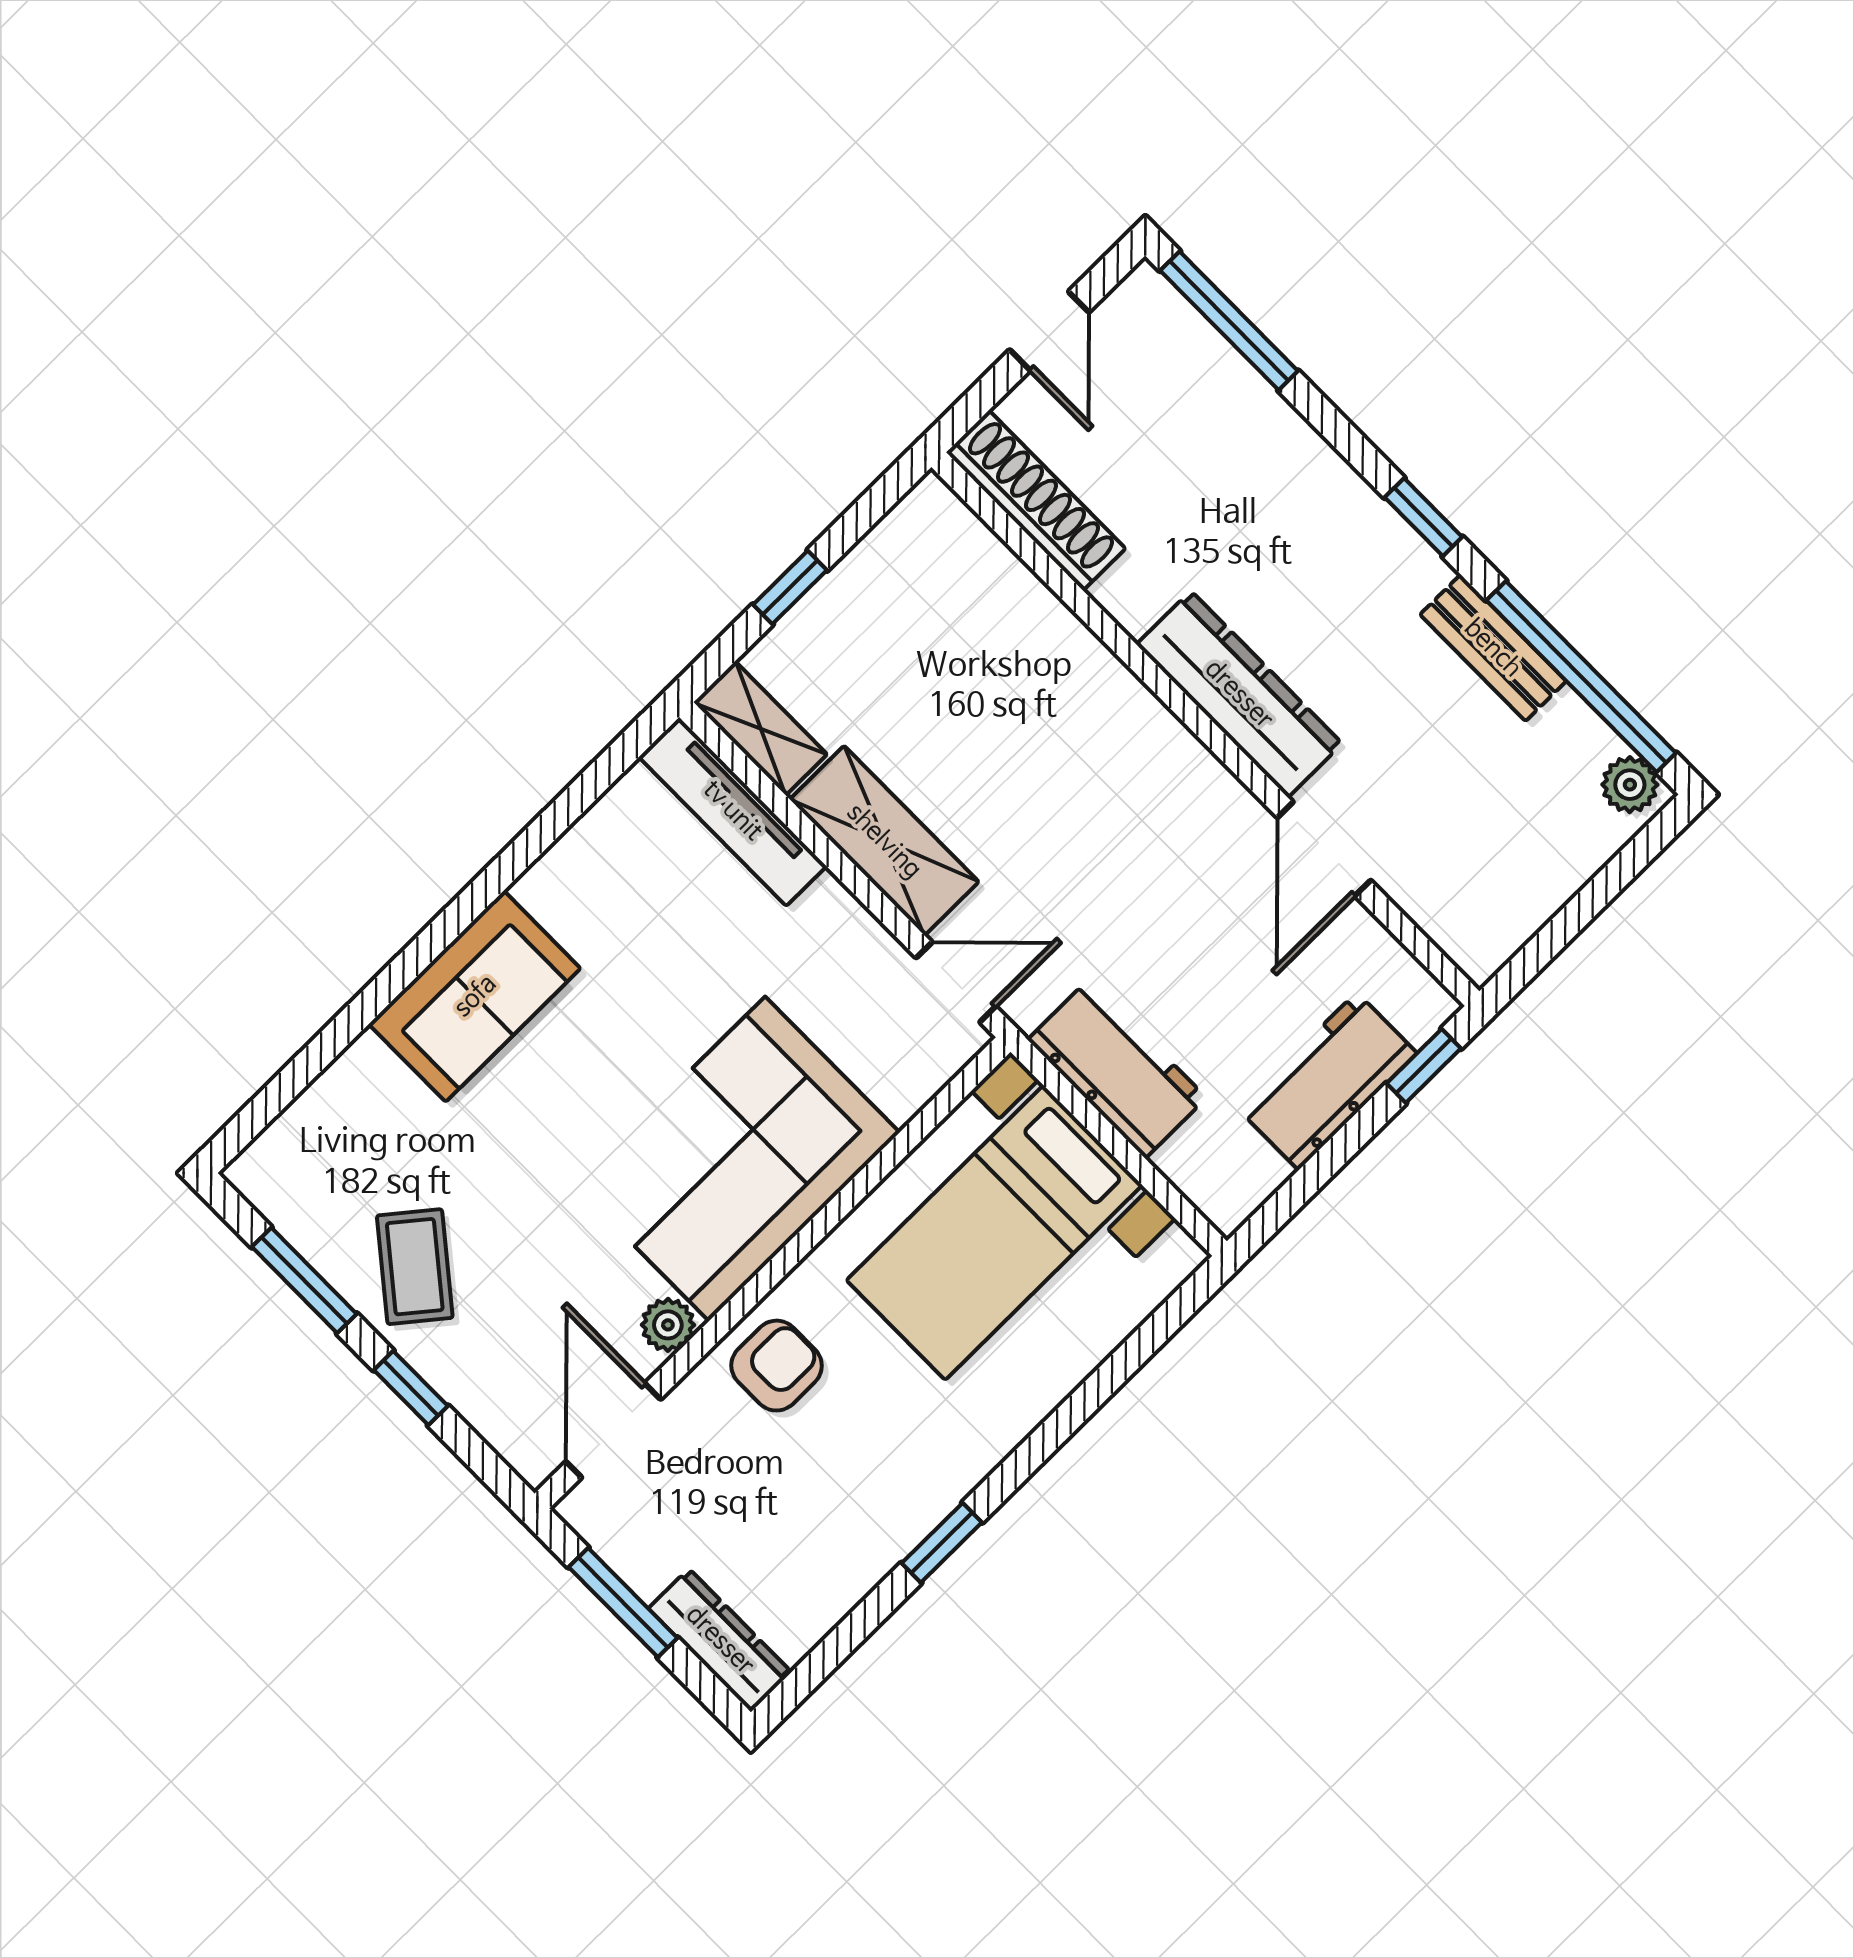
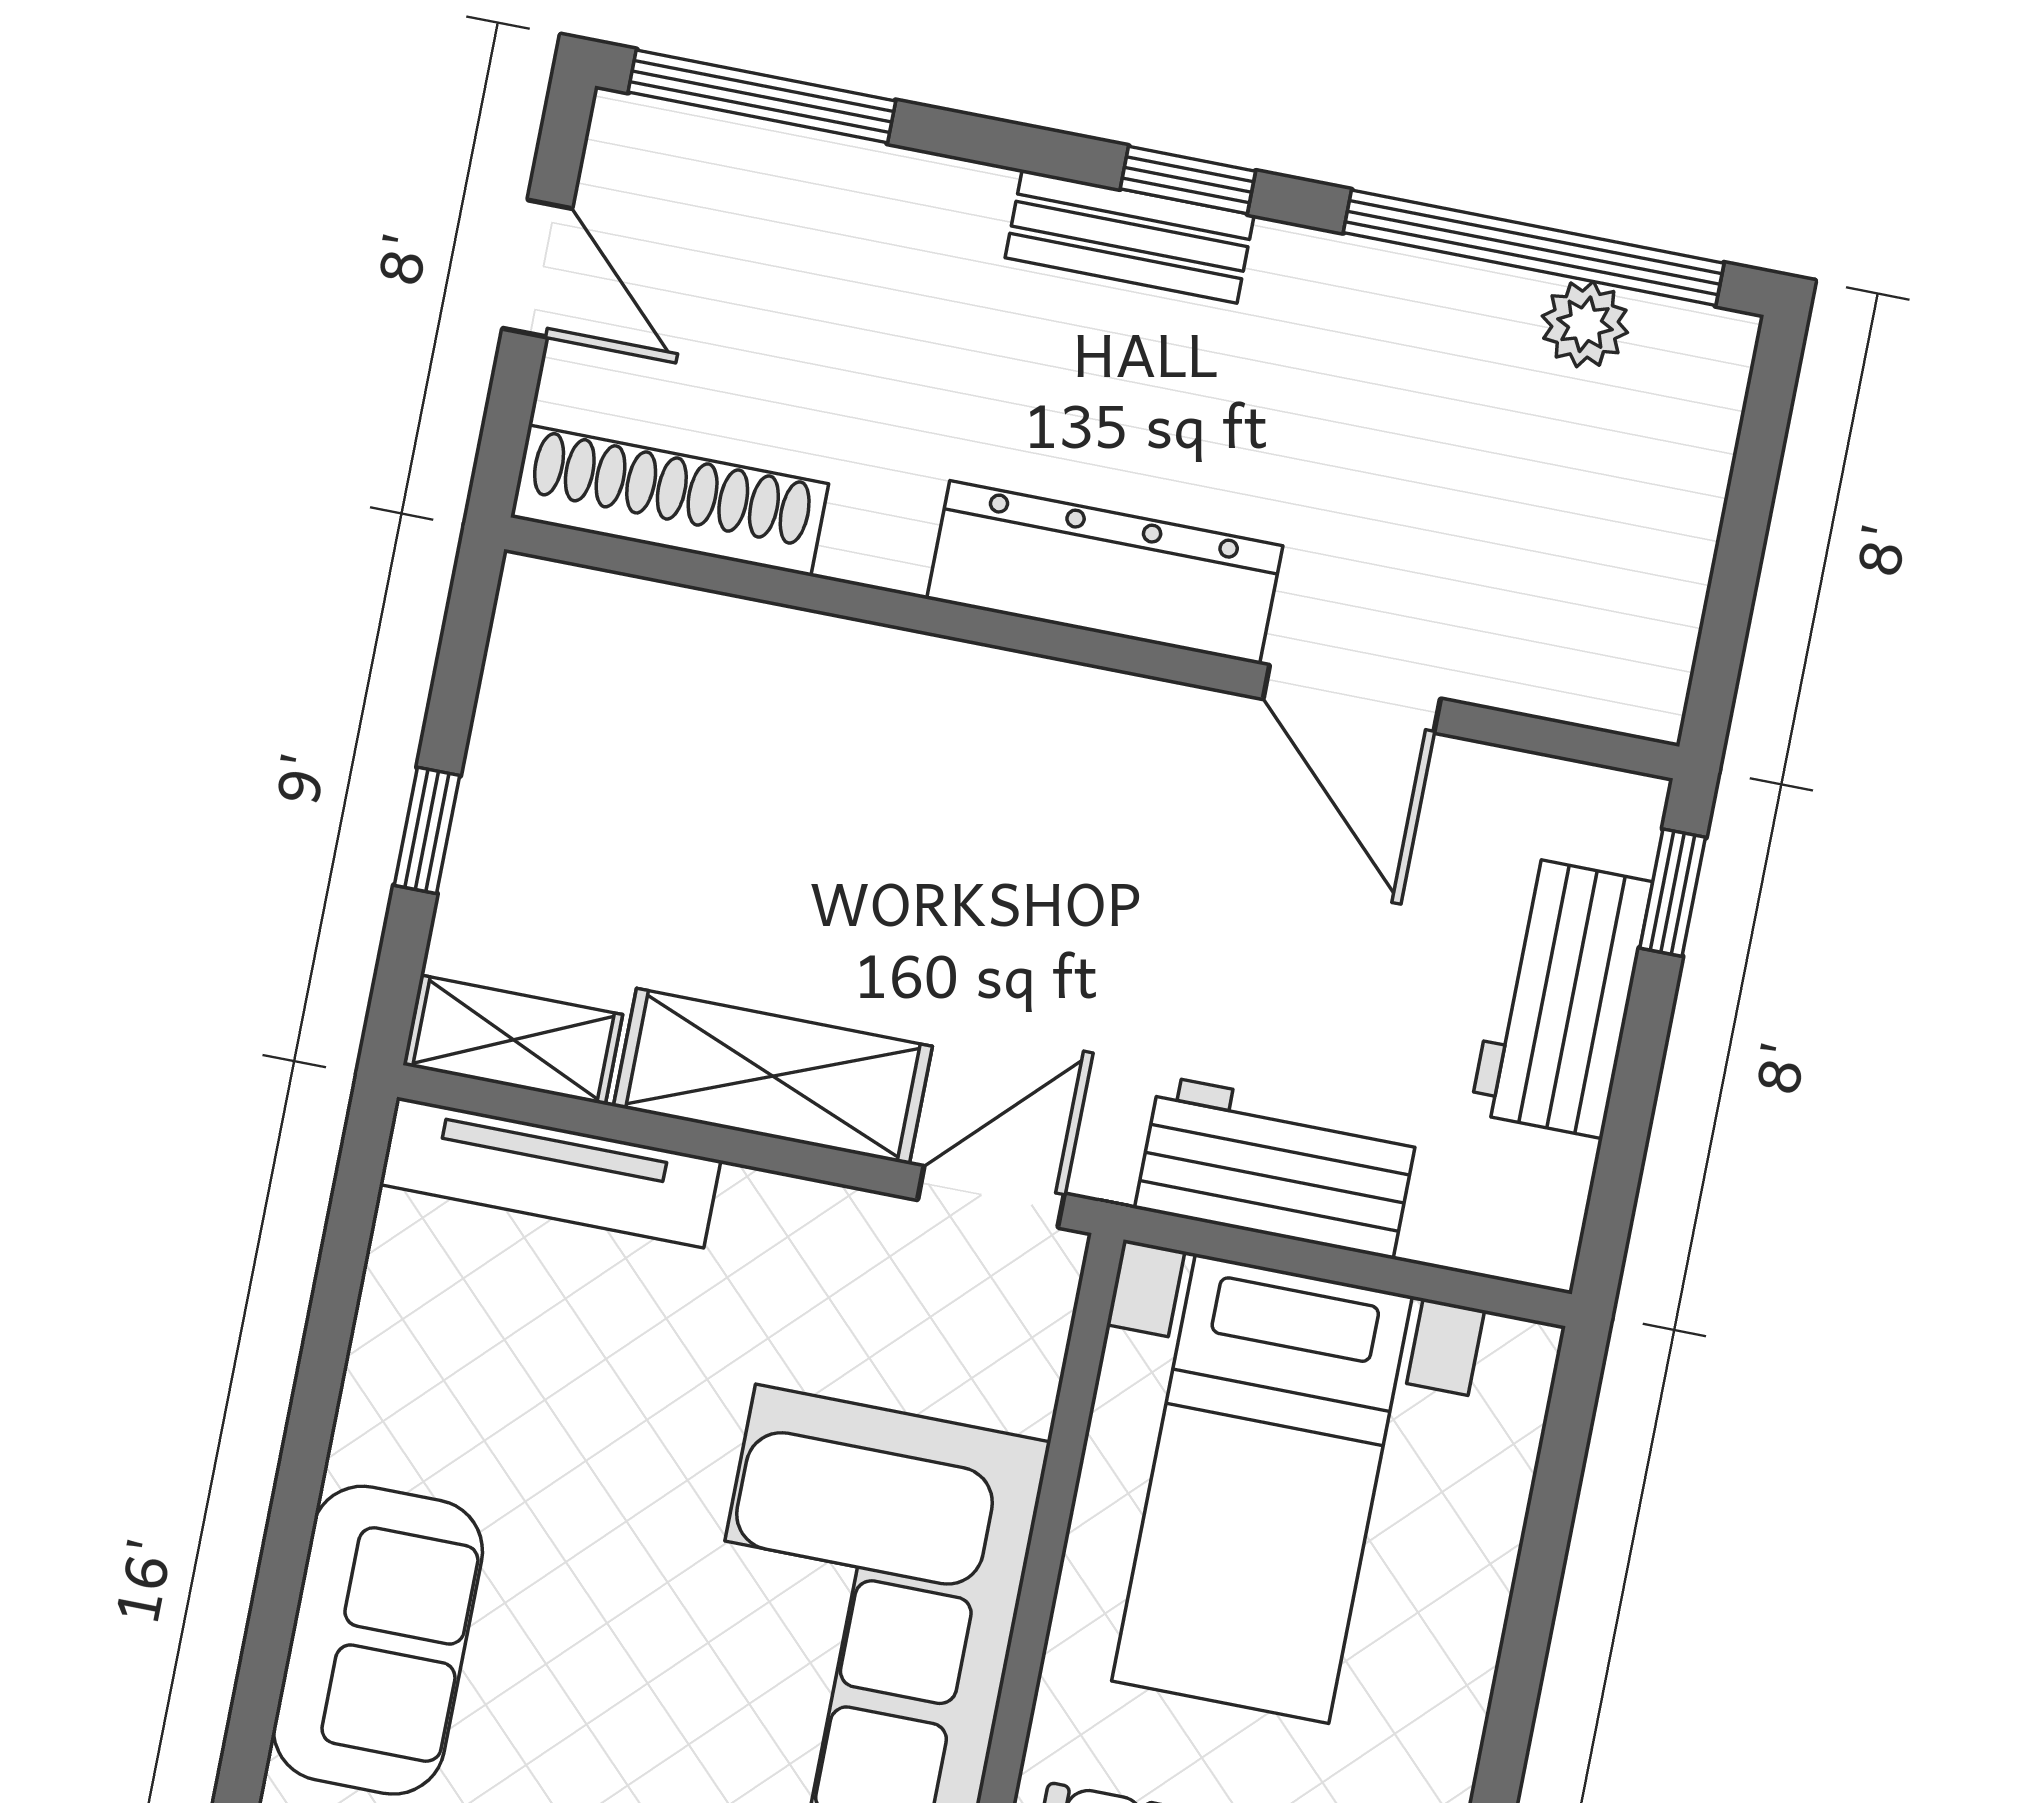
bench: (1493, 648) -> (1130, 236), moved
plant: (1630, 785) -> (1585, 324), moved

